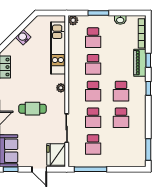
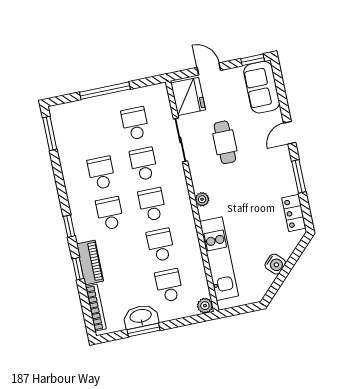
window: (98, 13) -> (144, 330), moved
washbasin: (120, 20) -> (141, 317), width x1.91, depth x1.45
cafe table: (32, 109) -> (225, 142), moved, turned 90
window: (90, 169) -> (105, 91), moved

